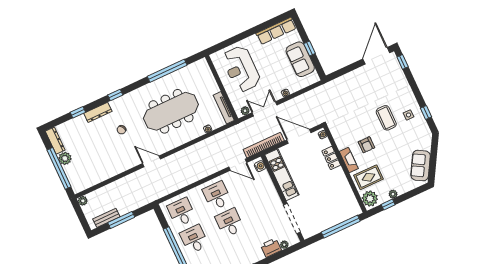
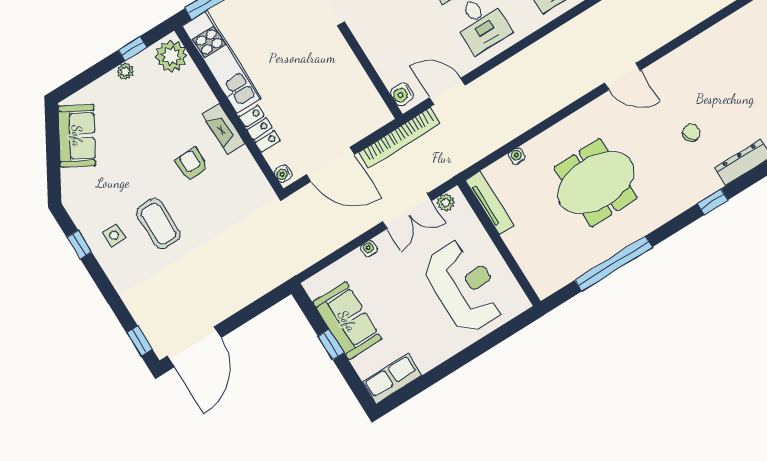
row of seats: (276, 31) -> (392, 379), width x0.68
meeting table: (171, 111) -> (596, 183), width x0.73
kitchen unit: (282, 175) -> (222, 62), moved, turned 180
rug: (369, 177) -> (179, 99), removed

